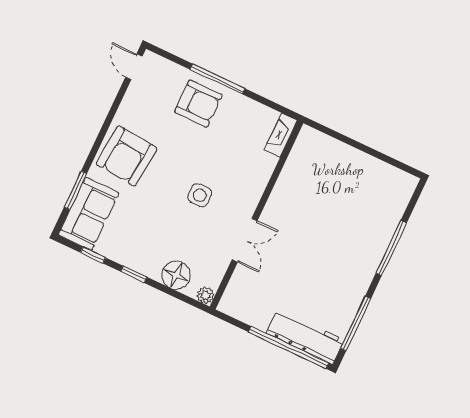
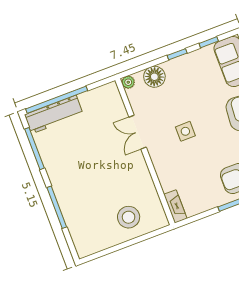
stool: (334, 170) -> (129, 217), added

